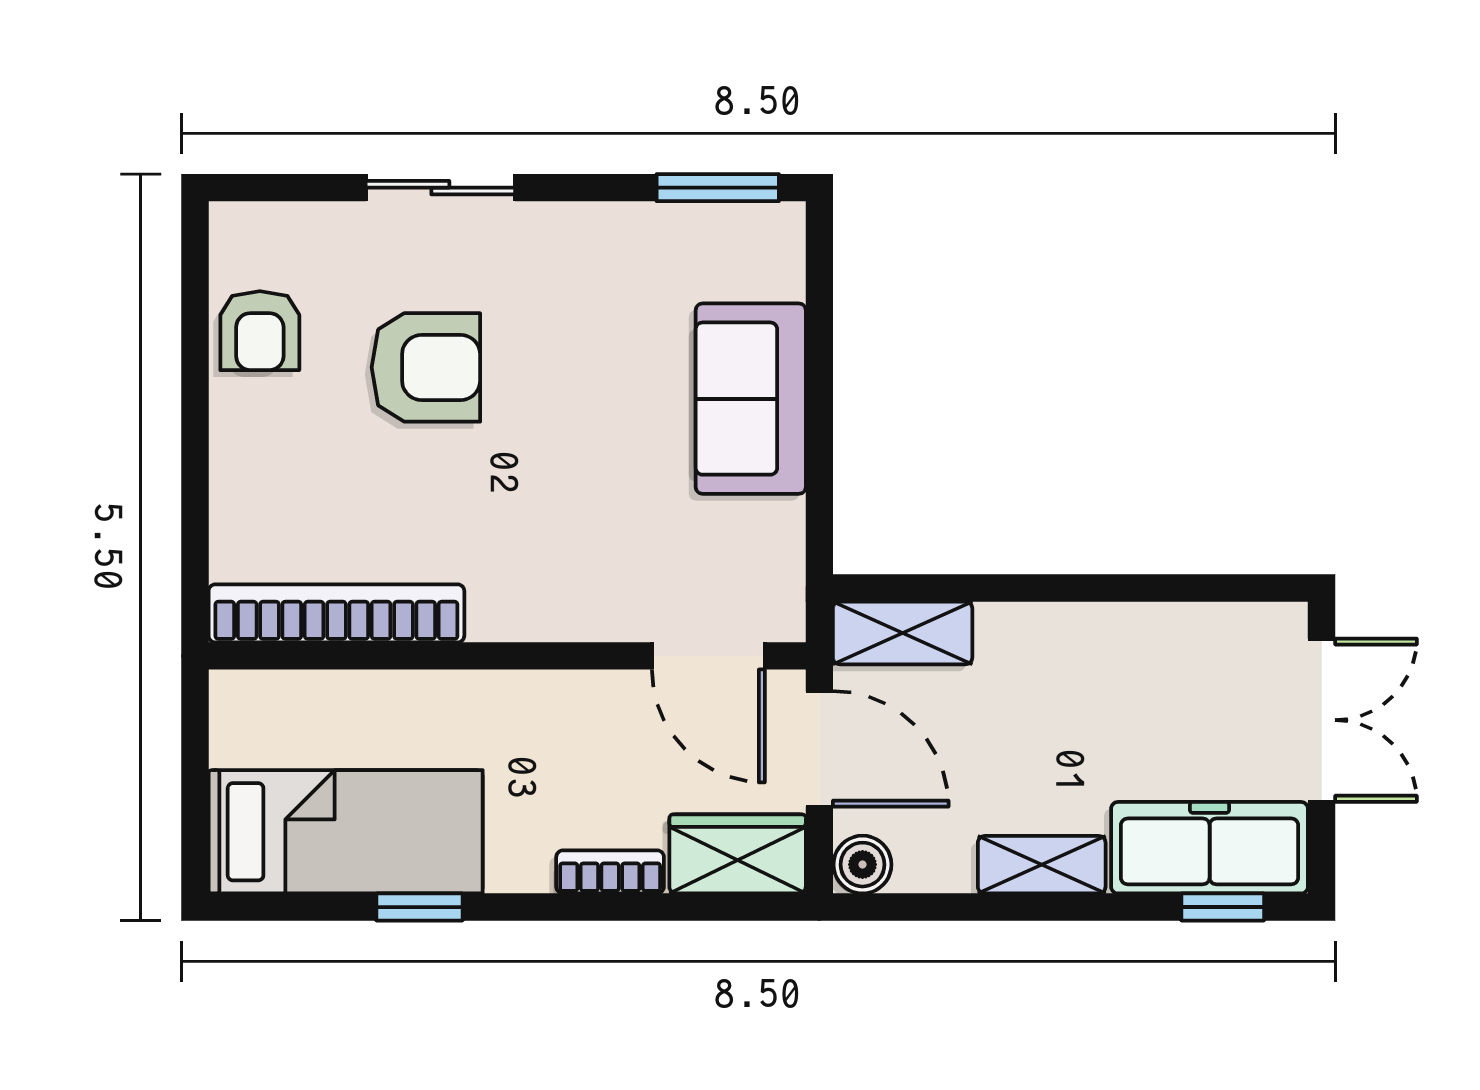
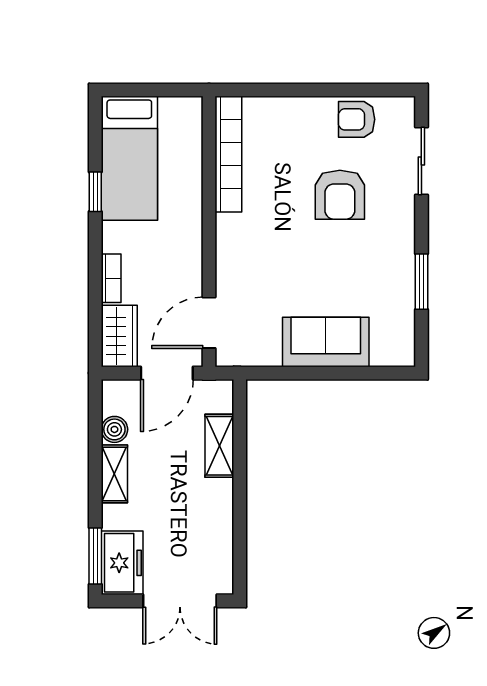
sliding door: (440, 188) -> (421, 161), moved
window: (718, 188) -> (421, 282), moved
shelving: (903, 633) -> (219, 446), moved
freezer: (1210, 848) -> (122, 563), width x0.71
boiler: (862, 865) -> (114, 429), moved
window: (1223, 907) -> (95, 556), width x1.50

